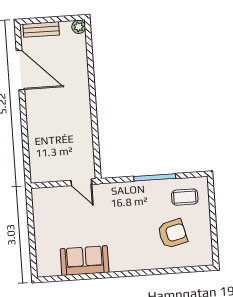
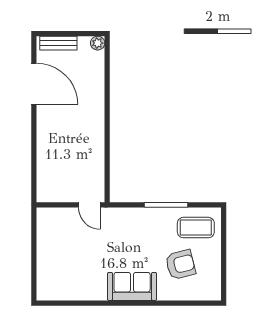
coffee table: (185, 197) -> (196, 228), width x1.36, depth x1.30
sofa: (85, 261) -> (132, 286), moved

